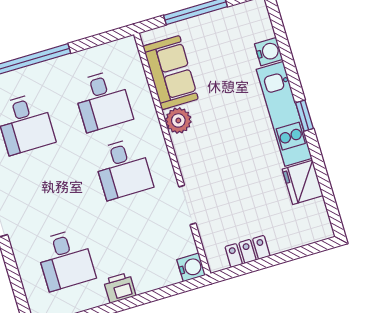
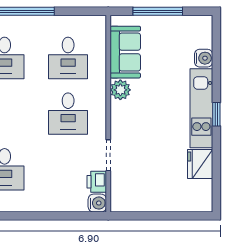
locker: (247, 251) -> (143, 204), removed
printer: (120, 288) -> (97, 182), moved, turned -90

